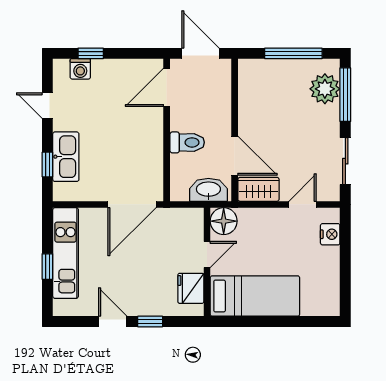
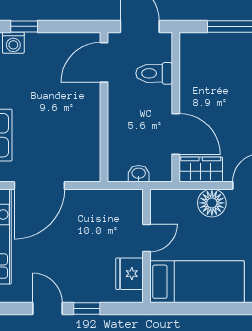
toilet: (187, 142) -> (154, 73), moved, turned 180
washbasin: (208, 190) -> (139, 174), width x0.52, depth x0.69
door: (132, 204) -> (39, 185), moved
floor lamp: (224, 221) -> (212, 203), moved

